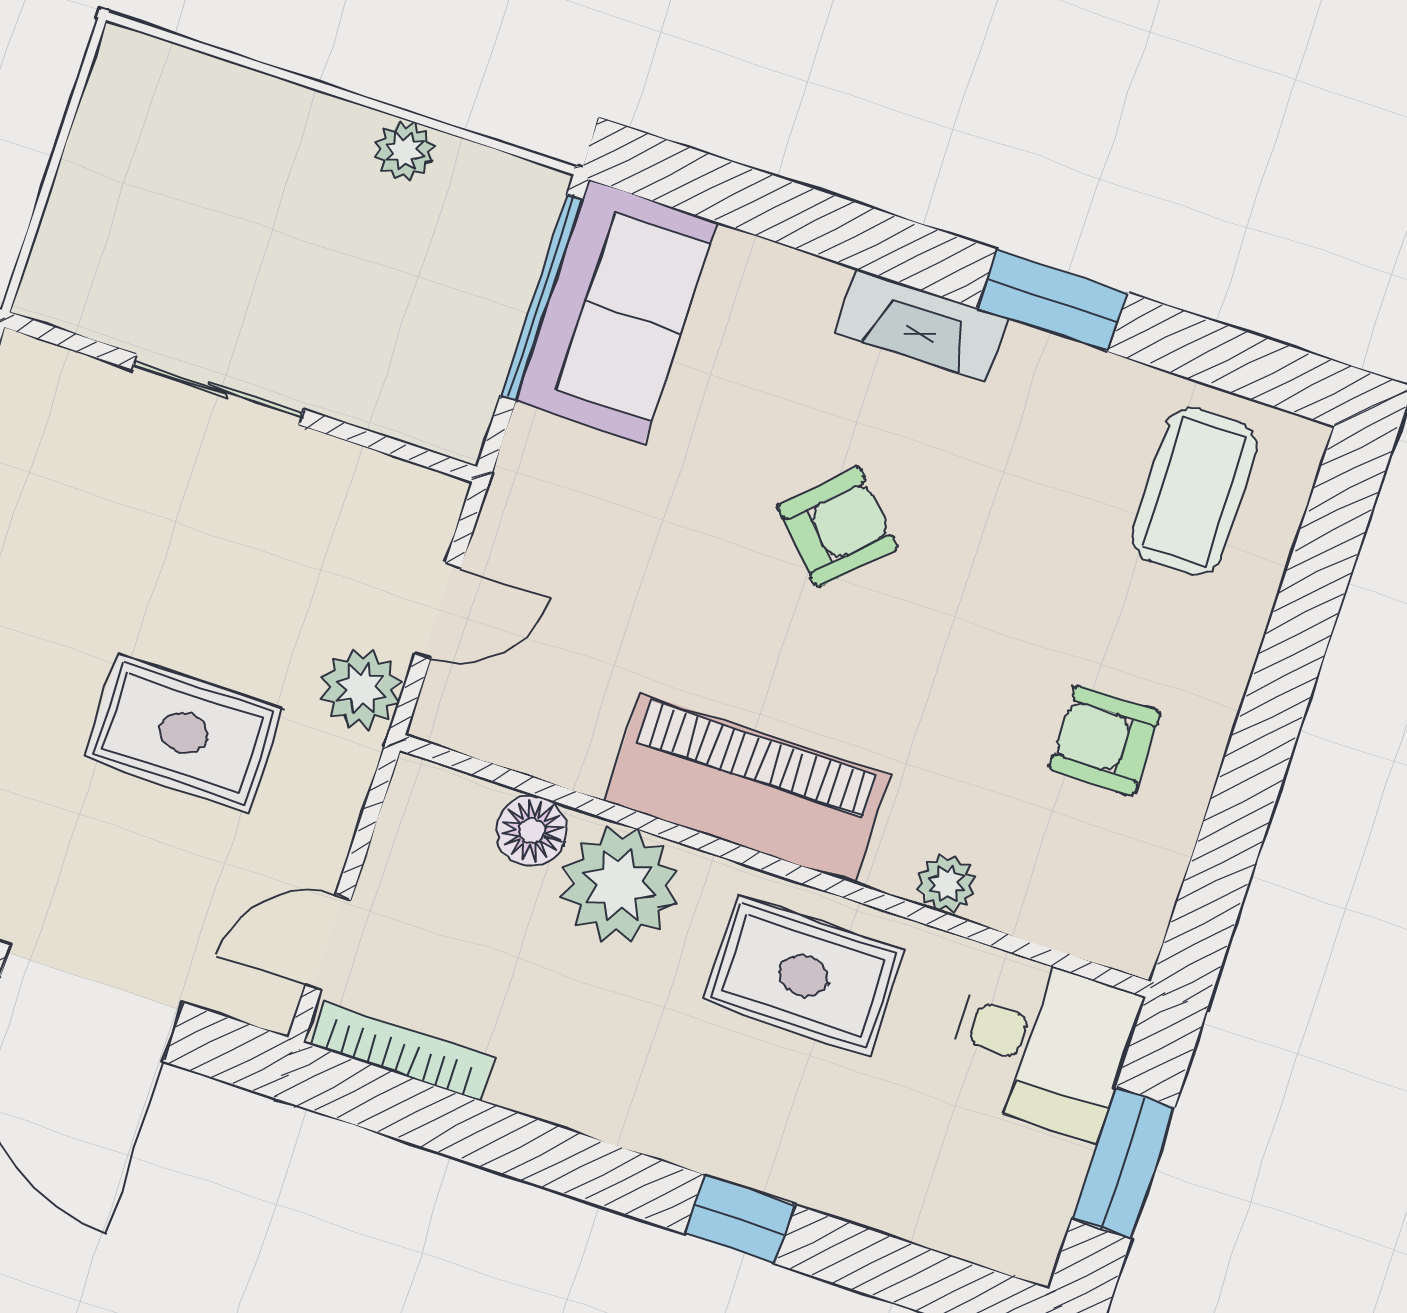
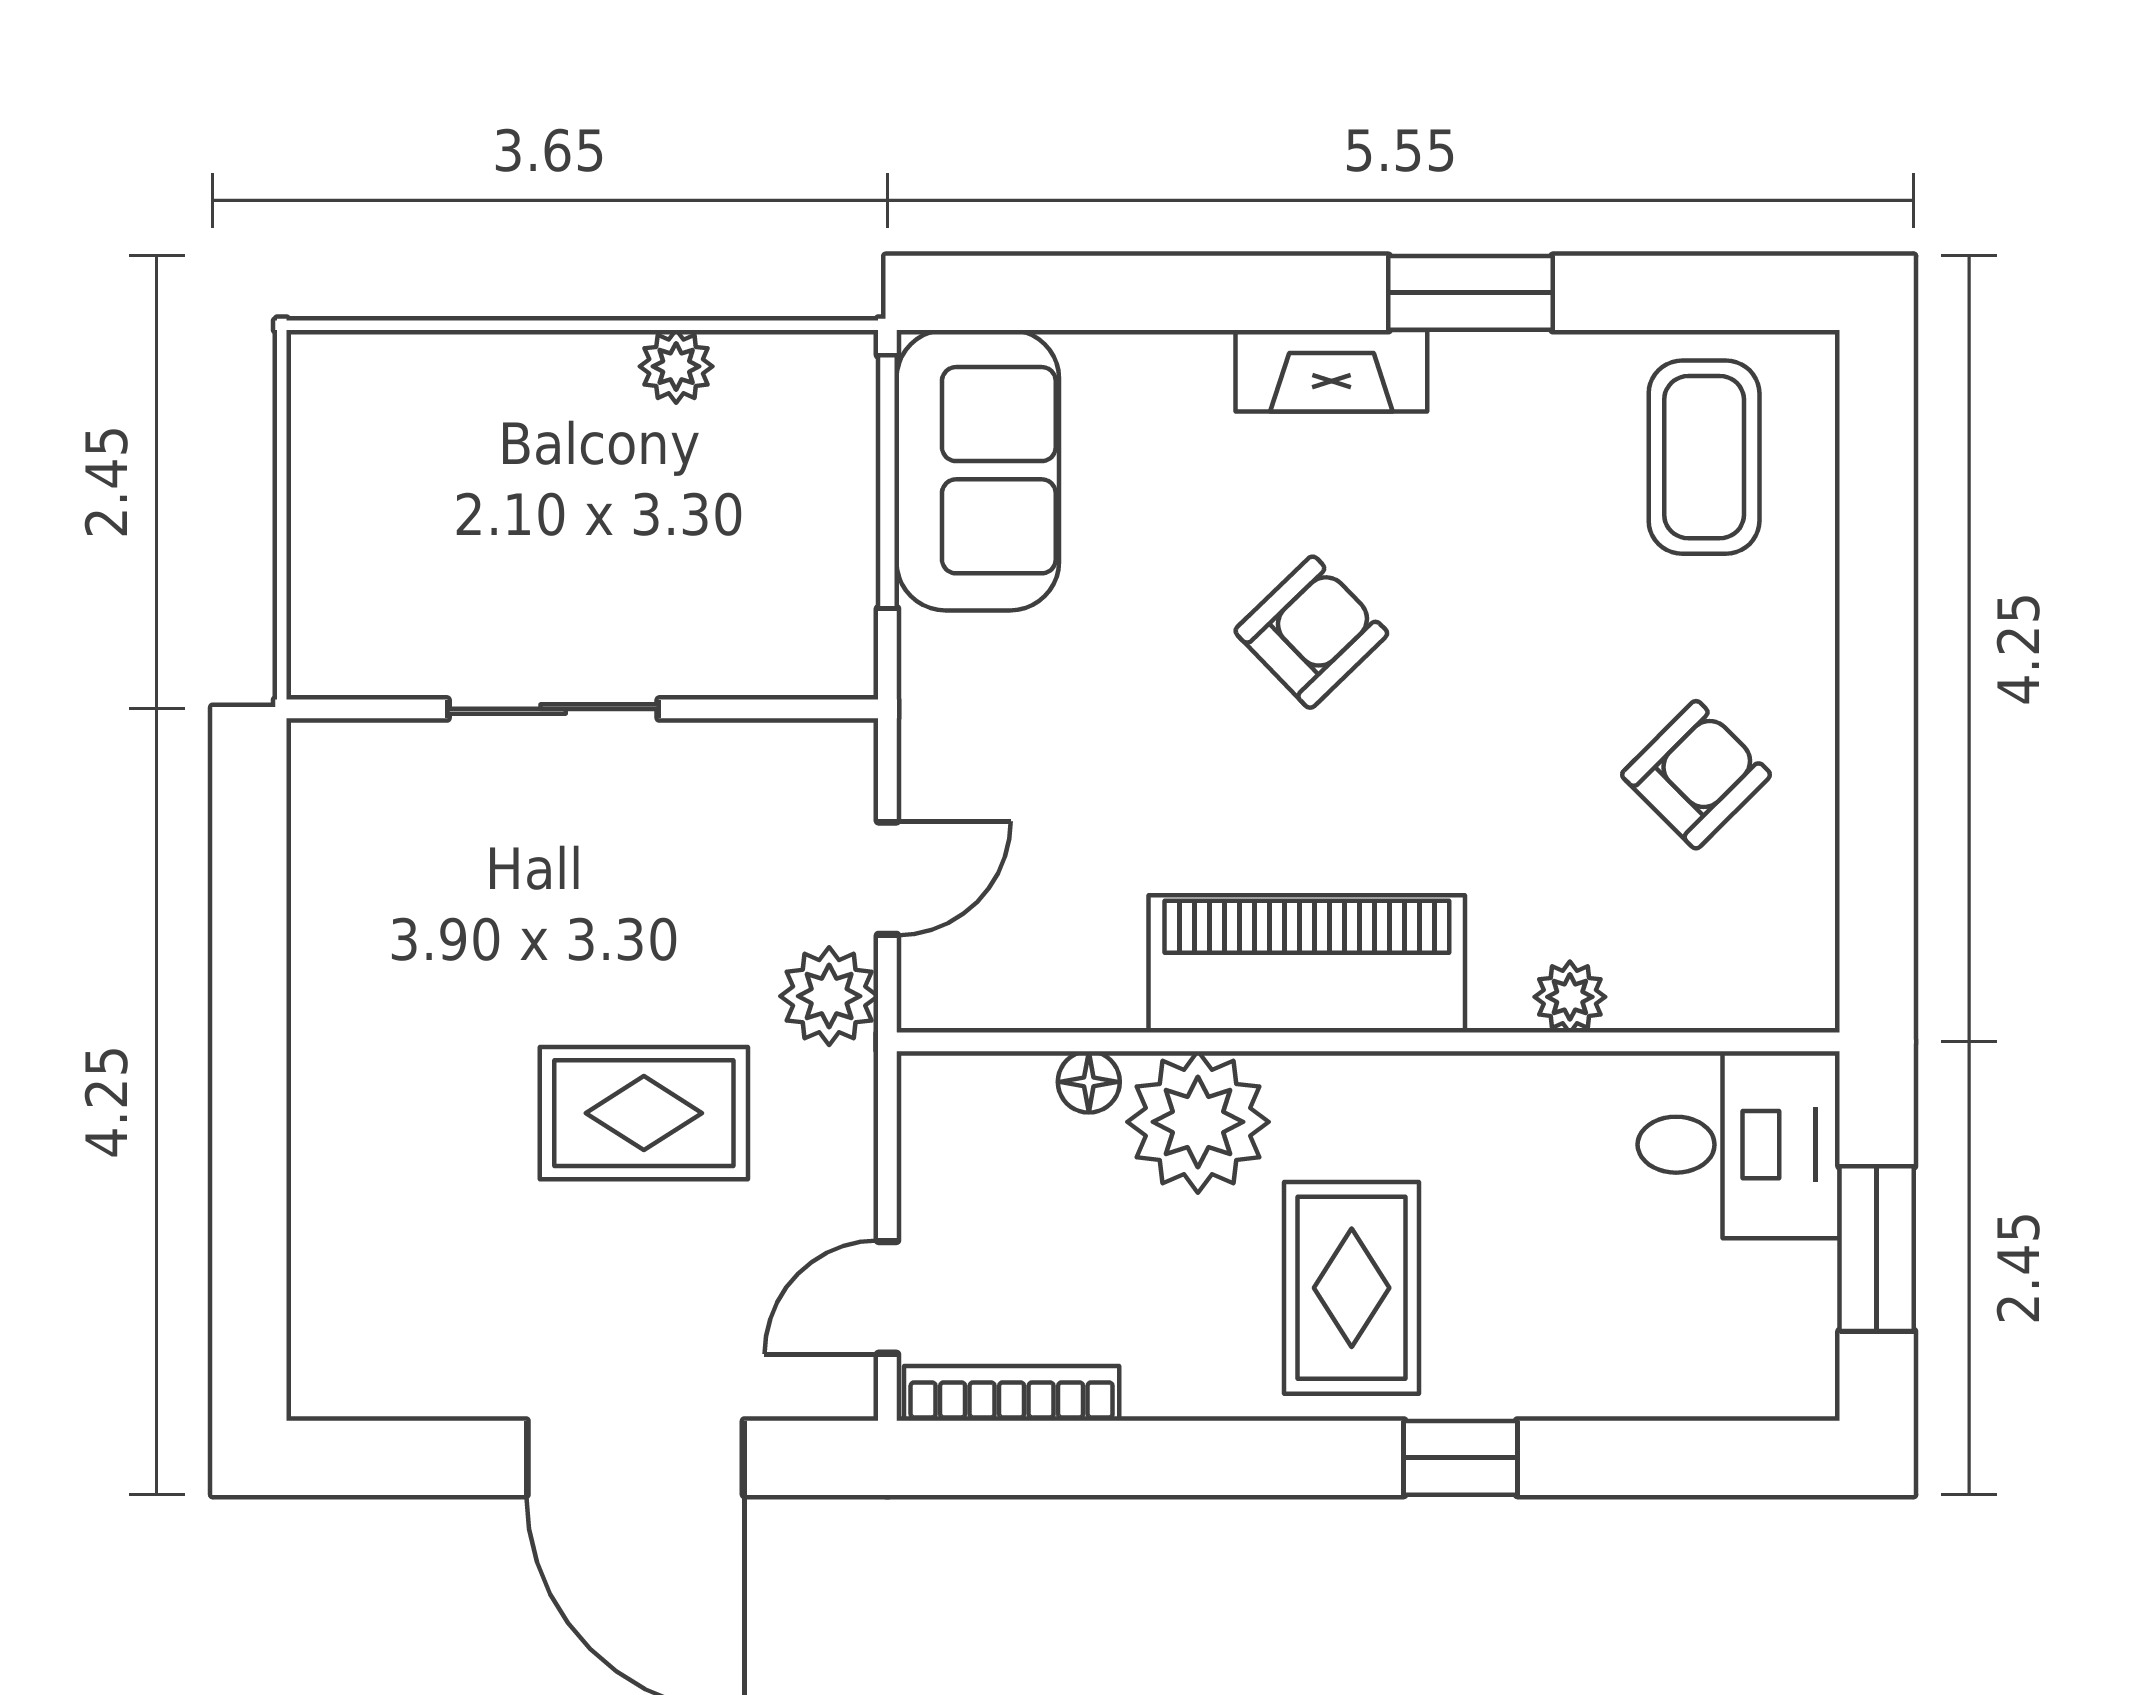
armchair: (1105, 740) -> (1696, 775), turned 135
floor lamp: (532, 831) -> (1089, 1082), width x0.73, depth x0.73
rug: (804, 976) -> (1352, 1288), moved, turned 90

